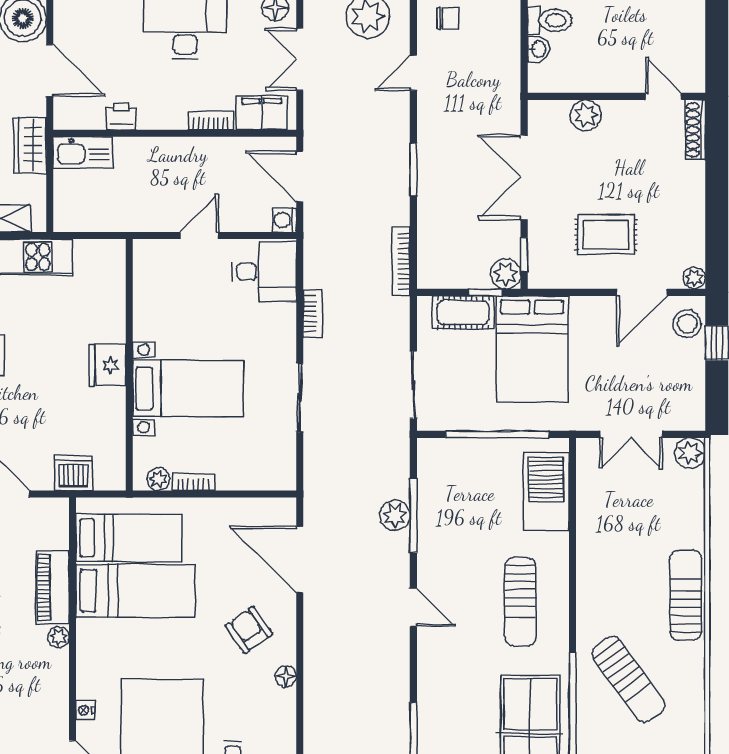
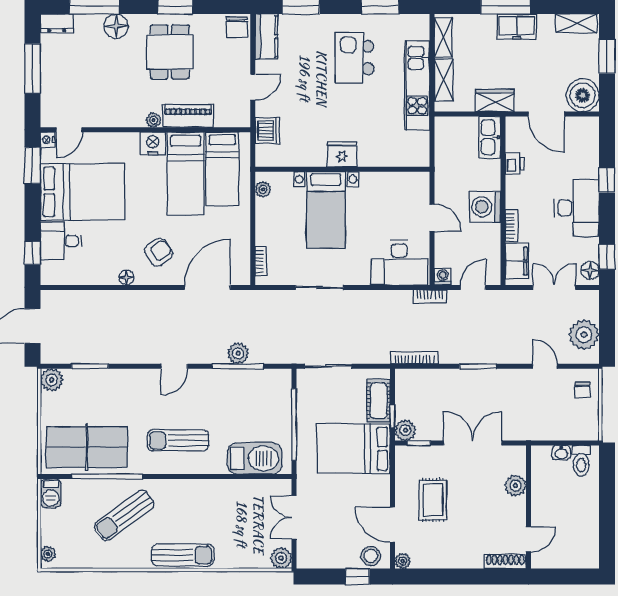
door: (50, 70) -> (546, 114), hinge flipped
washing machine: (184, 159) -> (485, 207), added
door: (300, 176) -> (473, 287), width x0.73
desk: (264, 272) -> (399, 263), width x1.37
bookcase: (313, 314) -> (430, 296), moved
bookcase: (193, 482) -> (261, 261), moved
nightstand: (85, 710) -> (153, 144), moved, width x1.89, depth x1.79

